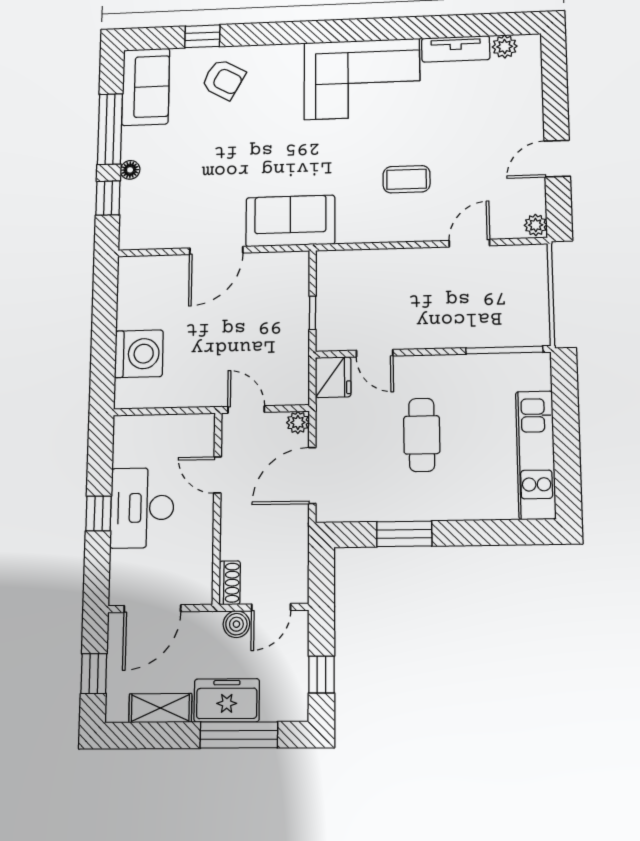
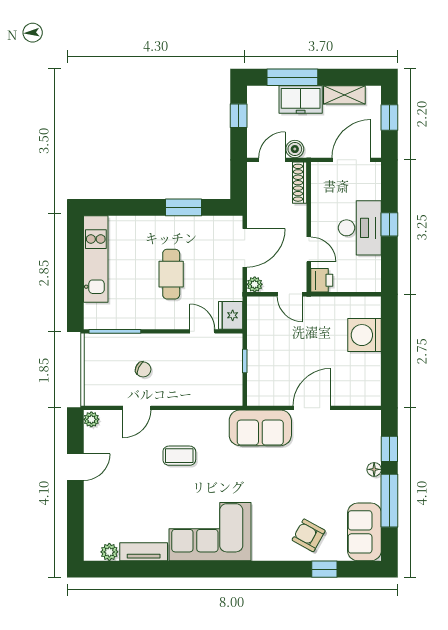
chair: (461, 297) -> (143, 369), added
printer: (199, 430) -> (322, 280), added
shoe rack: (230, 583) -> (300, 183), width x1.43

